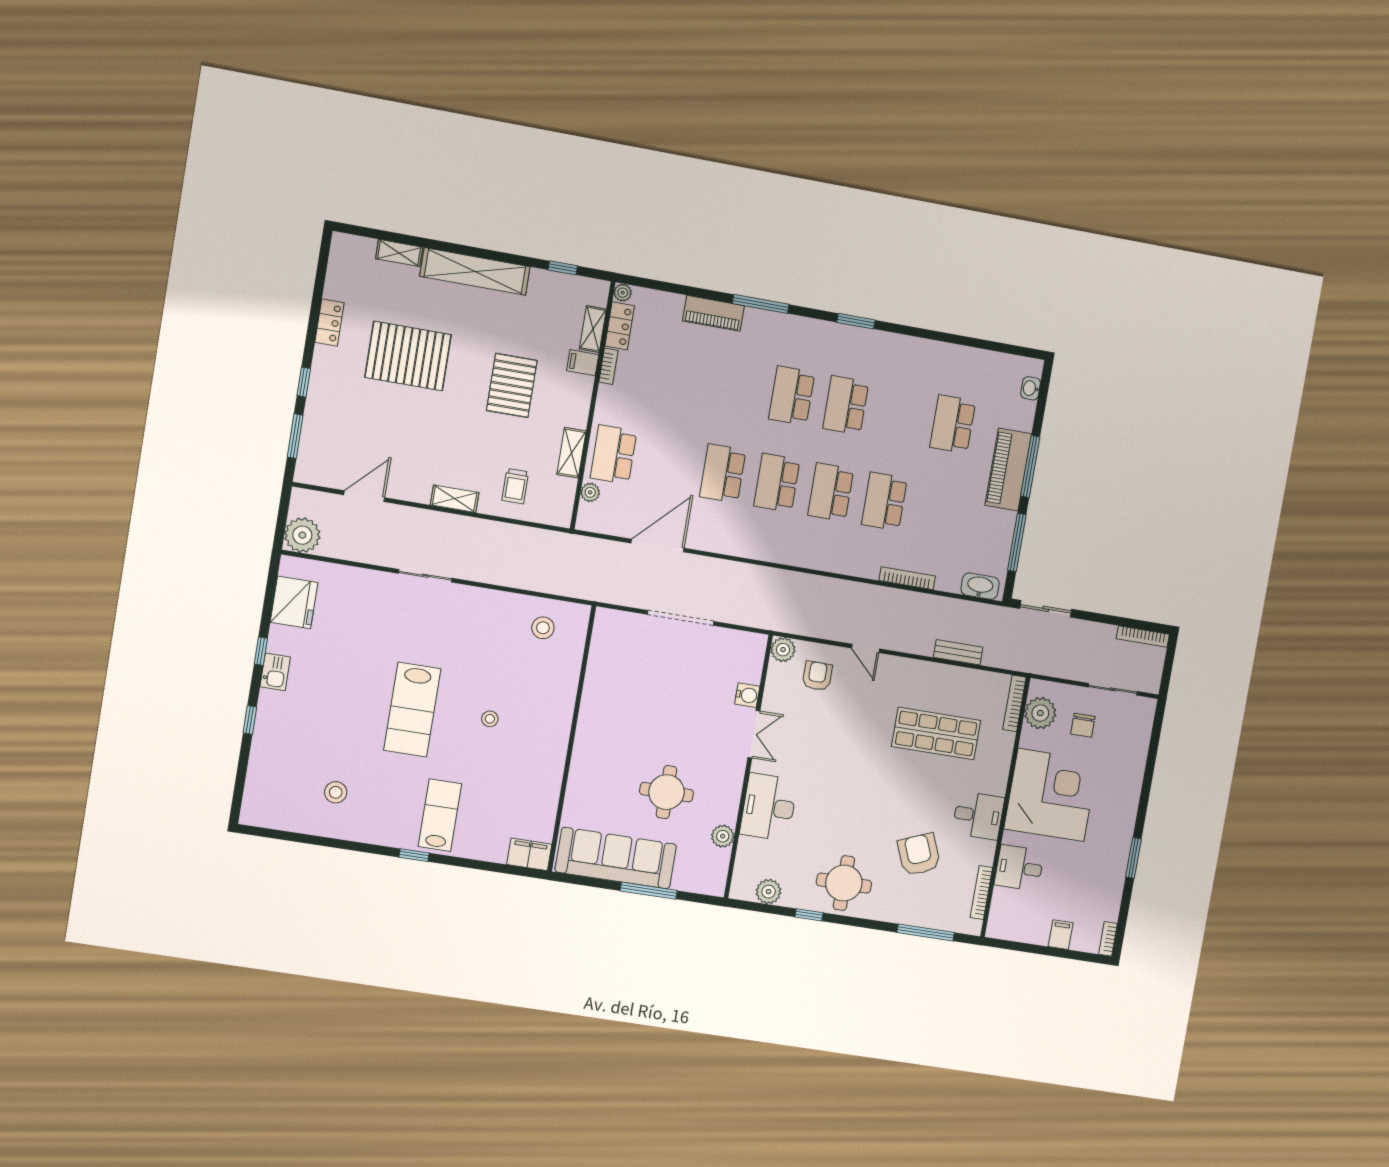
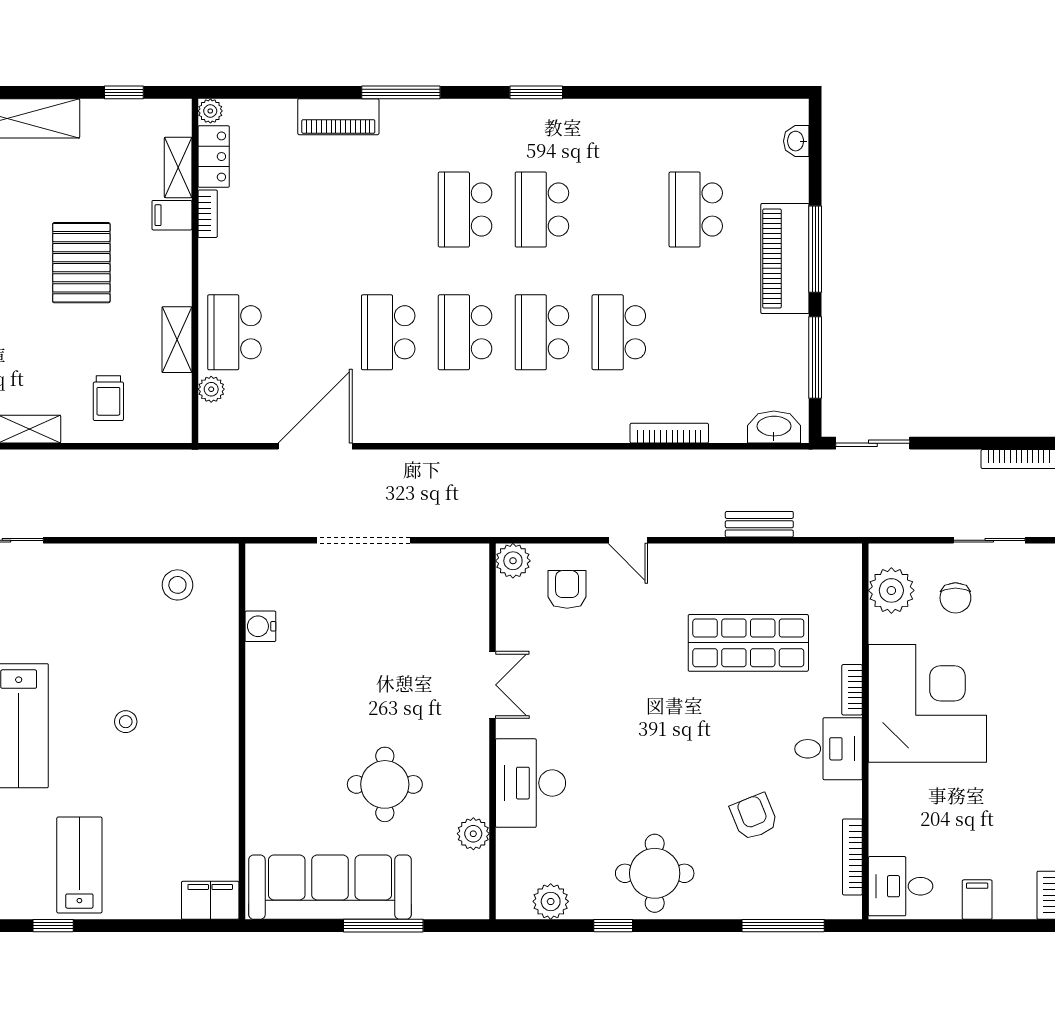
water cooler: (747, 695) -> (260, 626), moved, turned 180
bookcase: (1014, 703) -> (852, 690), moved, width x0.64
armchair: (919, 854) -> (754, 817), width x0.72, depth x0.72
desk: (1019, 868) -> (901, 886), moved

